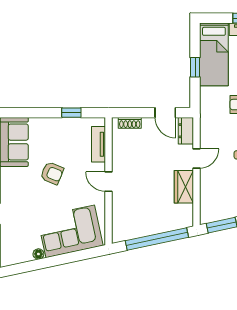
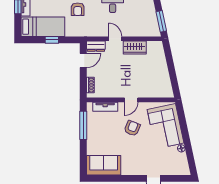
window: (71, 113) -> (83, 125), width x2.17
armchair: (52, 173) -> (132, 128), moved
window: (157, 239) -> (171, 66), removed

